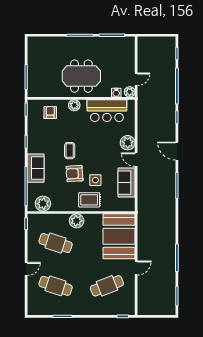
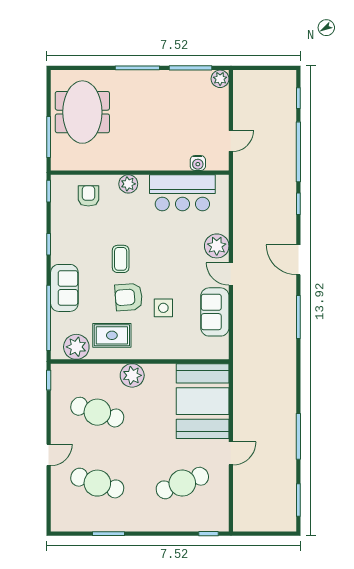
meeting table: (81, 76) -> (82, 112), moved, turned 90
plant: (130, 92) -> (220, 79), moved
rug: (89, 200) -> (112, 335), moved

